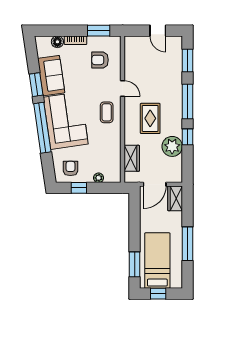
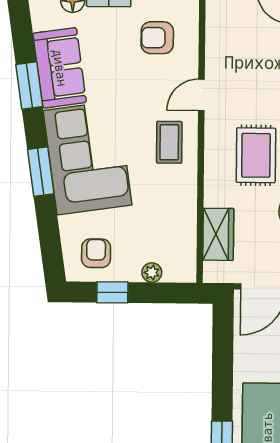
door: (123, 88) -> (201, 95), swing flipped
window: (42, 128) -> (41, 172), width x0.47

